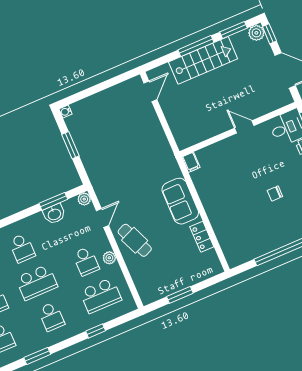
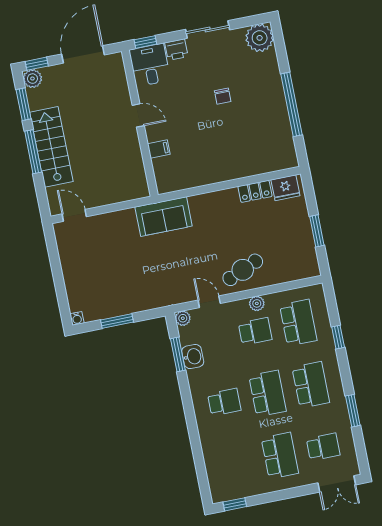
door: (244, 127) -> (138, 115), swing flipped
filing cabinet: (191, 162) -> (159, 149), moved
sofa: (180, 201) -> (164, 217), moved
fridge: (210, 261) -> (285, 188), added
school desk: (51, 317) -> (311, 385), width x1.85

